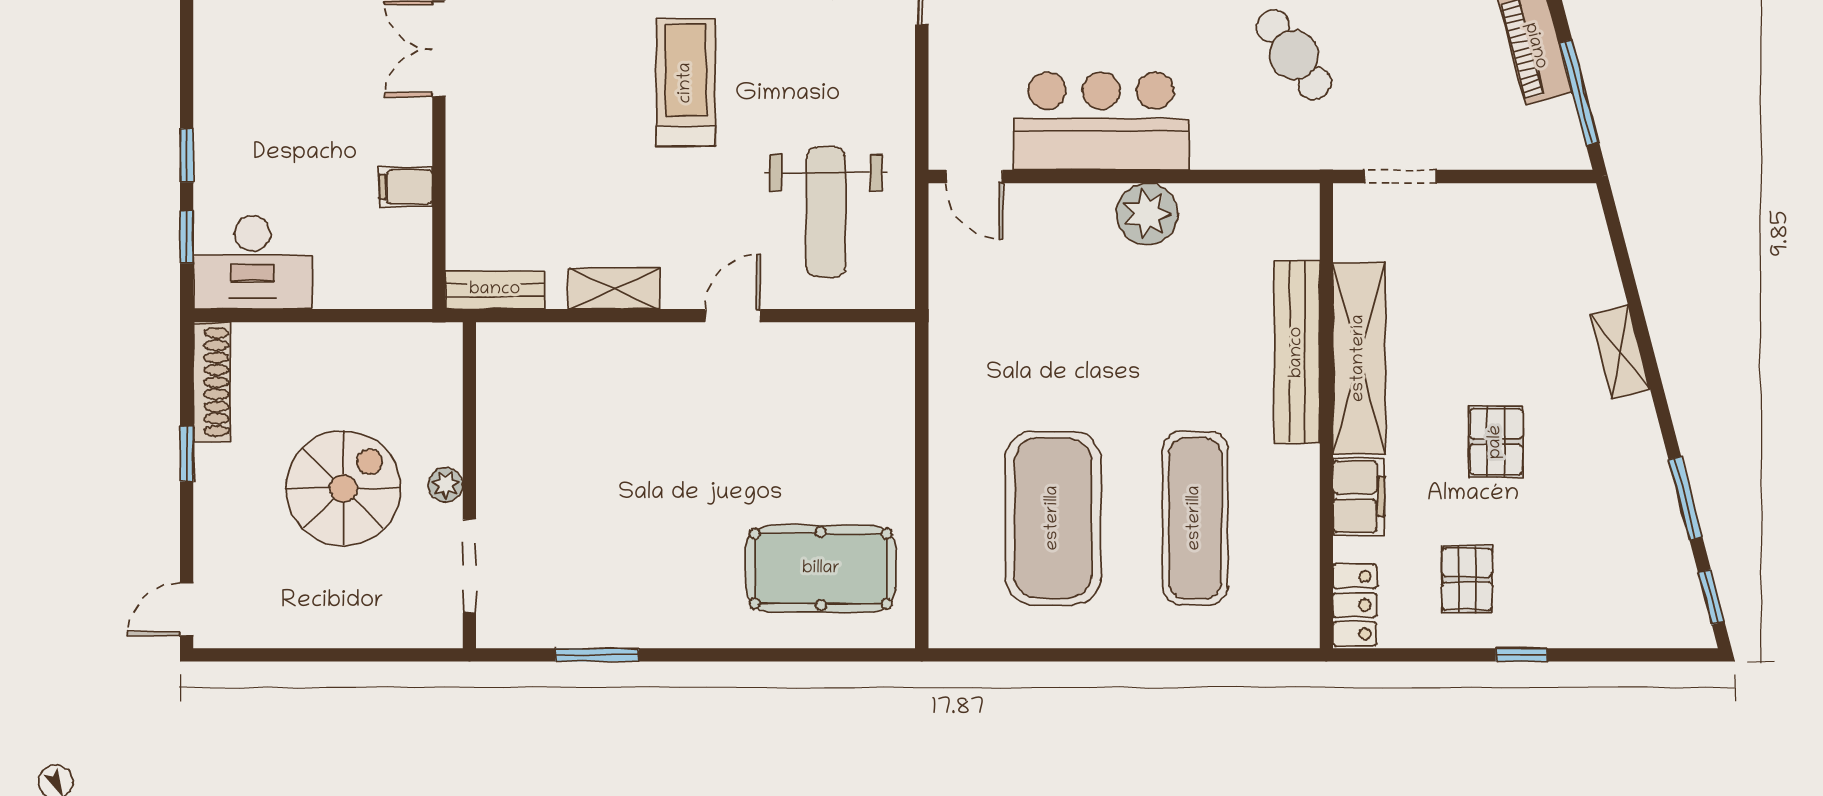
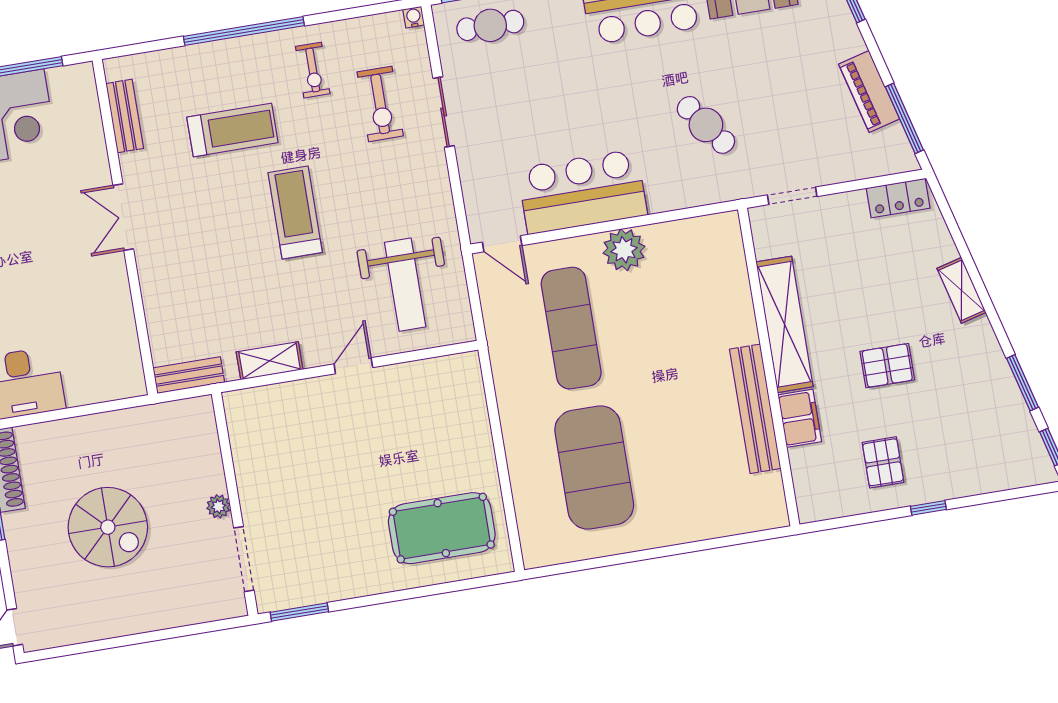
filing cabinet: (406, 187) -> (116, 315), removed
bench: (1297, 352) -> (755, 409), moved
pallet: (1496, 442) -> (887, 366), turned 90
plant: (446, 485) -> (218, 506), moved
wall: (469, 485) -> (235, 504), moved
spiral stairs: (343, 488) -> (108, 527), turned 90
exercise mat: (1195, 518) -> (571, 328), moved
doorway: (469, 566) -> (244, 559), moved
locker: (1355, 605) -> (898, 198), moved, turned 90

